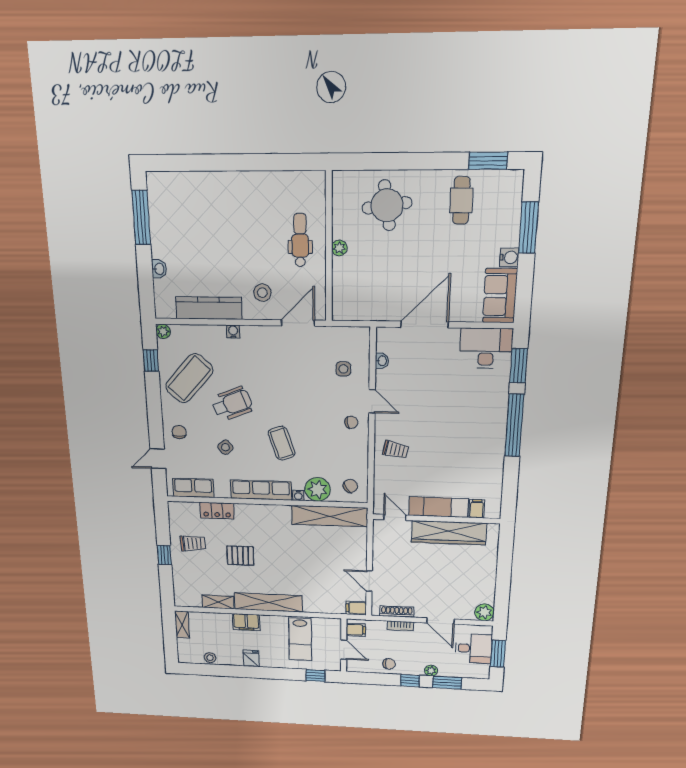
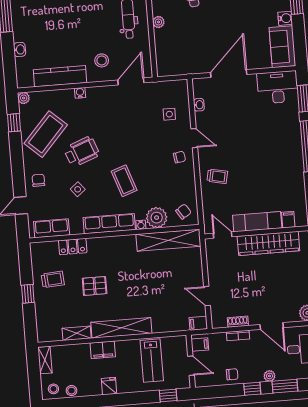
shoe rack: (397, 612) -> (238, 322), width x0.70
stool: (191, 654) -> (53, 389), added

